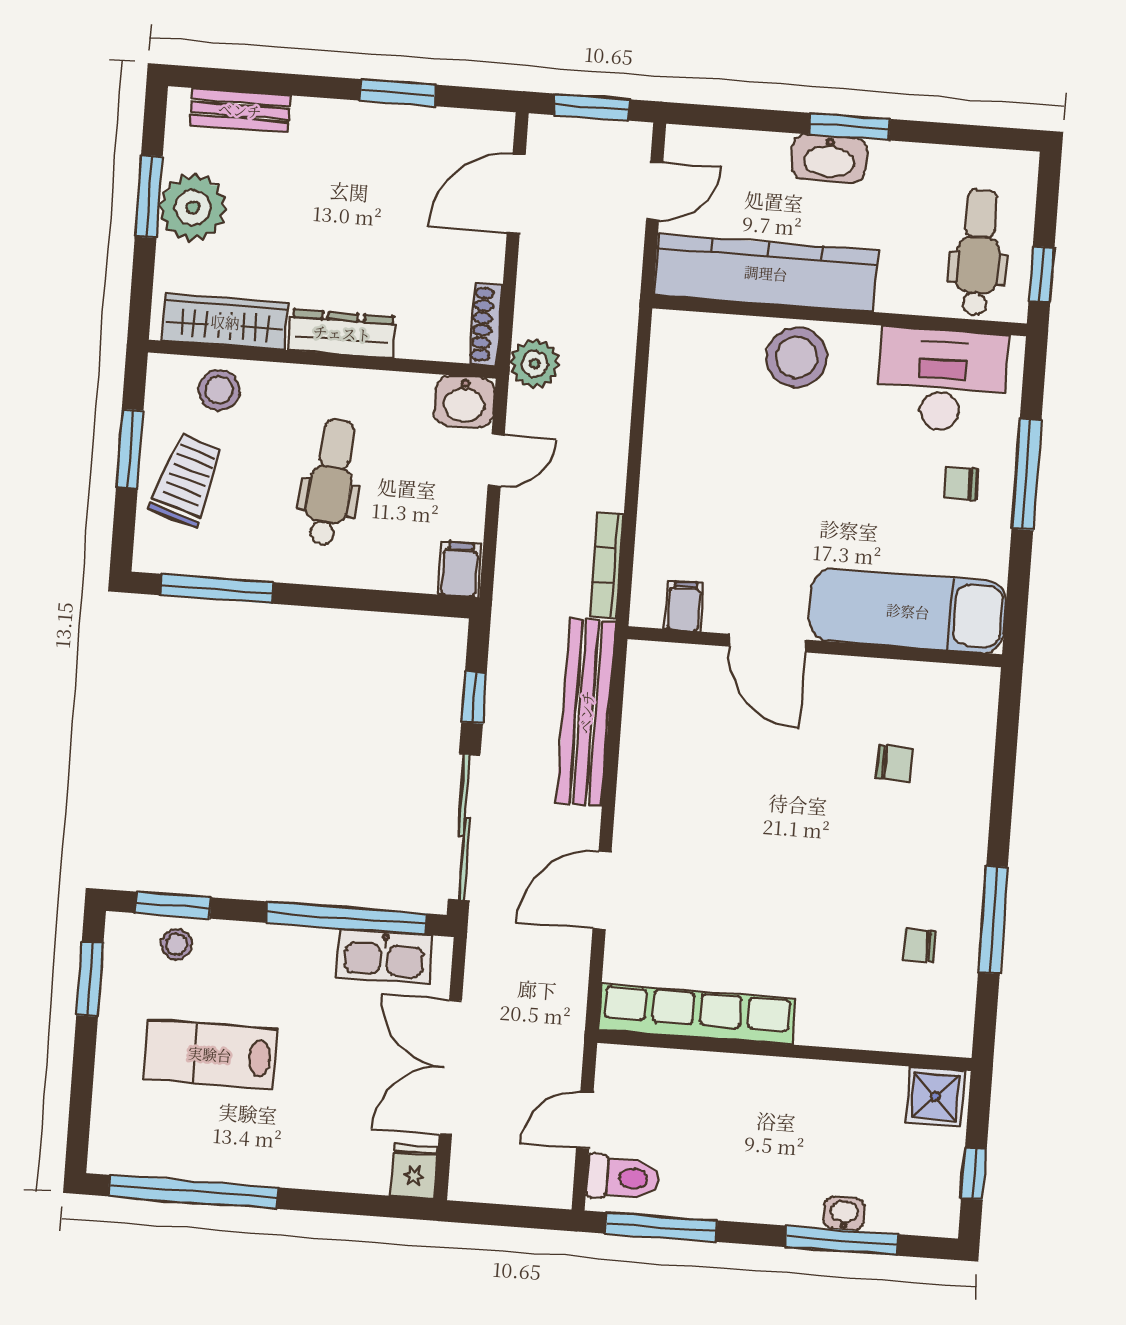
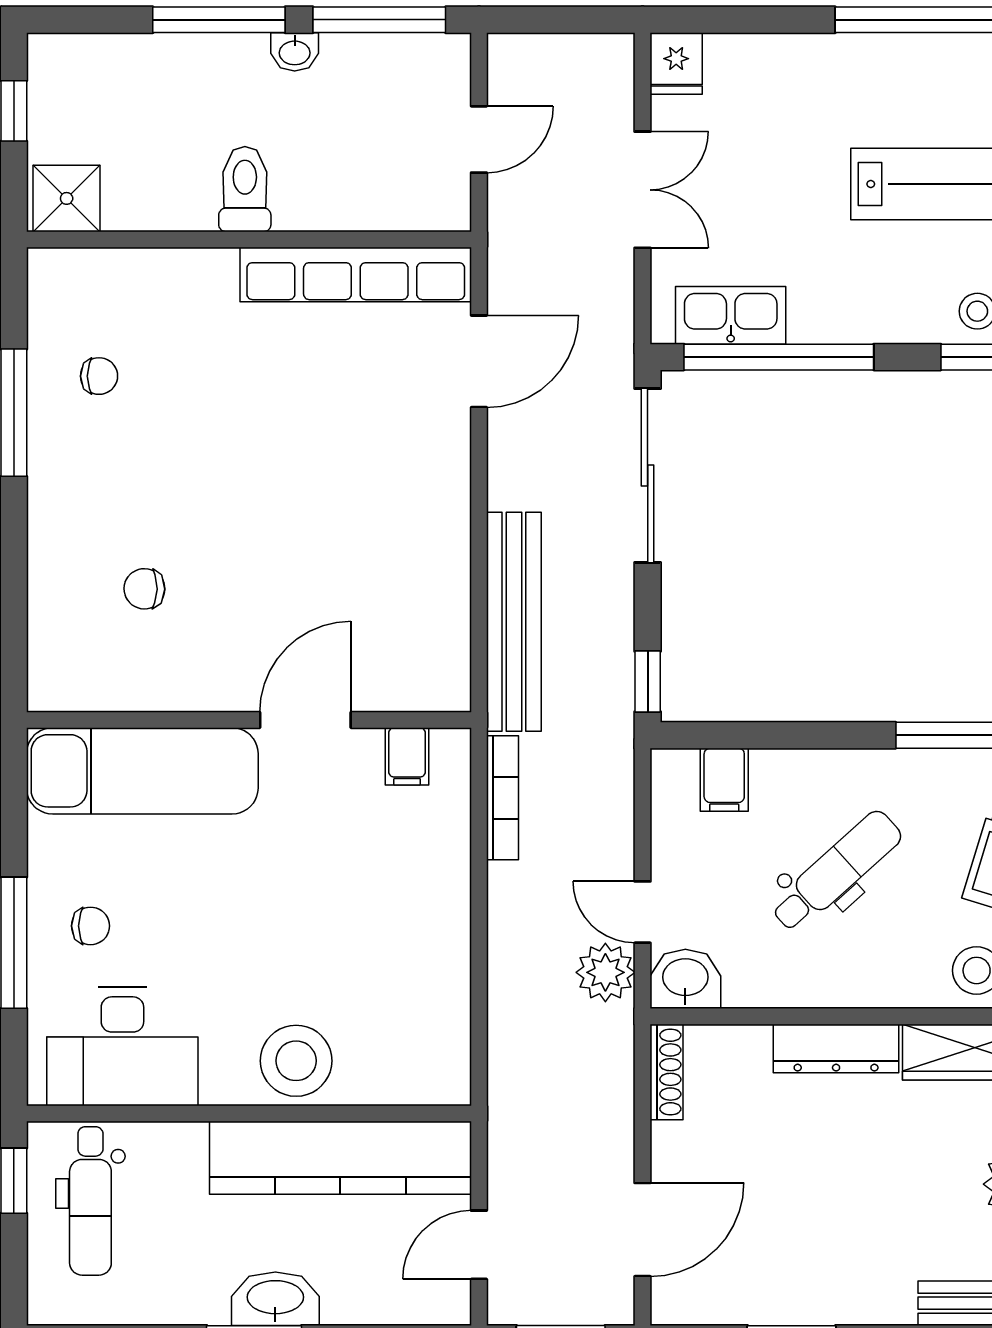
plant: (535, 364) -> (605, 972), moved
door: (496, 460) -> (642, 912), hinge flipped
dental chair: (331, 482) -> (836, 871), turned -137
filing cabinet: (460, 569) -> (724, 780), moved
door: (767, 643) -> (305, 720), hinge flipped
window: (474, 698) -> (648, 681), moved
door: (602, 890) -> (479, 361), moved
double door: (450, 1067) -> (642, 190), width x0.73
toilet: (623, 1178) -> (245, 189), moved, turned 90
washbasin: (844, 1214) -> (295, 52), moved
window: (841, 1241) -> (219, 20), moved

